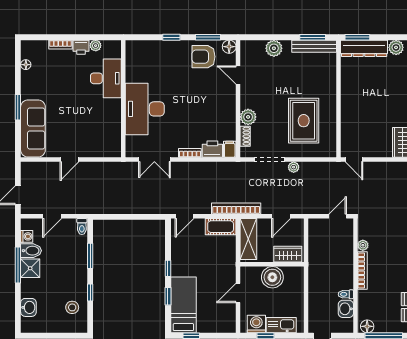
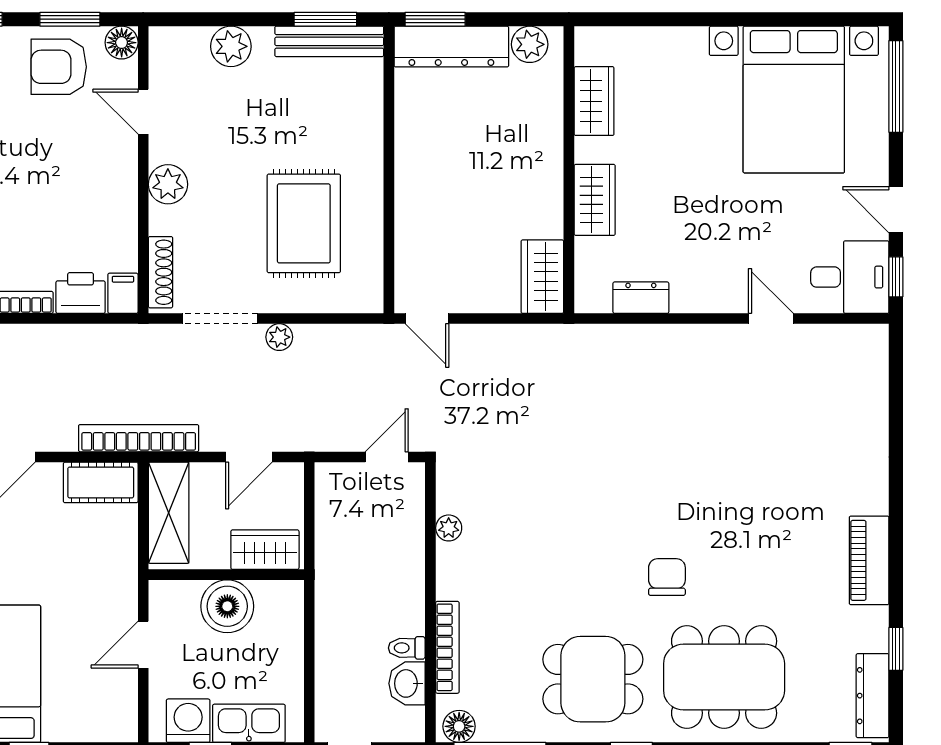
plant: (248, 117) -> (168, 184), moved
shoe rack: (245, 136) -> (161, 272), width x1.43
bookcase: (362, 270) -> (447, 647), moved

